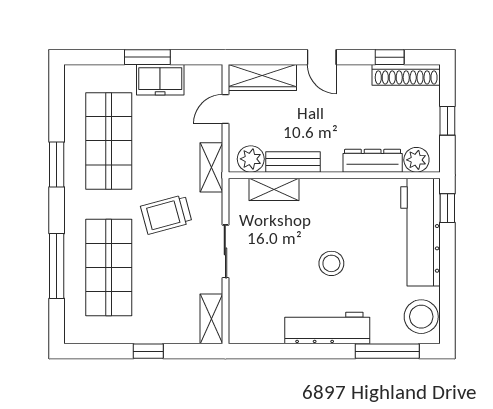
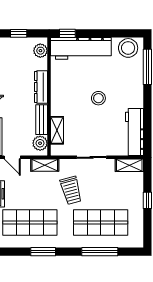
dresser: (373, 161) -> (41, 87), moved
workbench: (327, 328) -> (134, 132), moved

